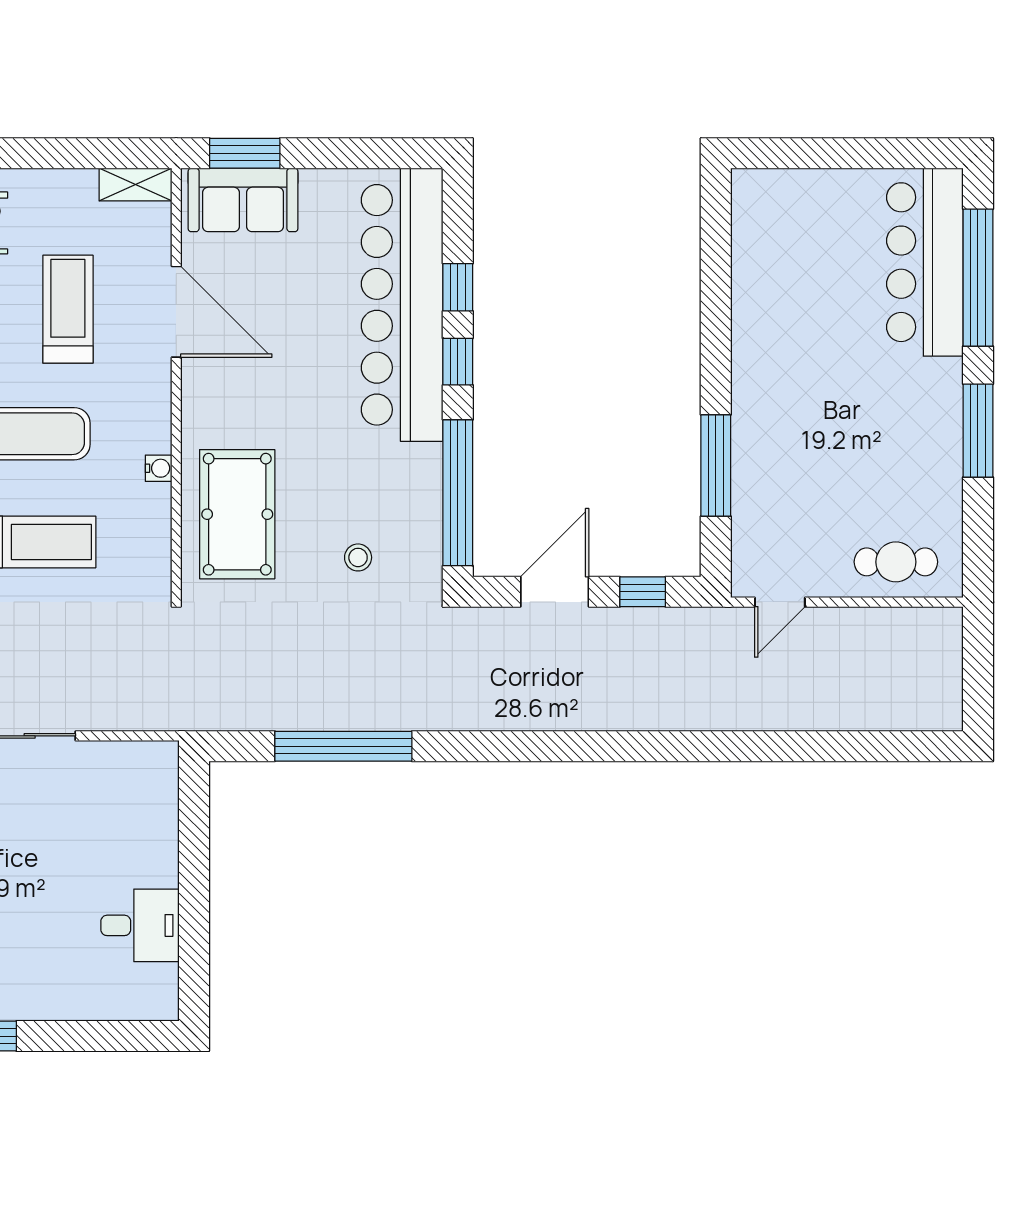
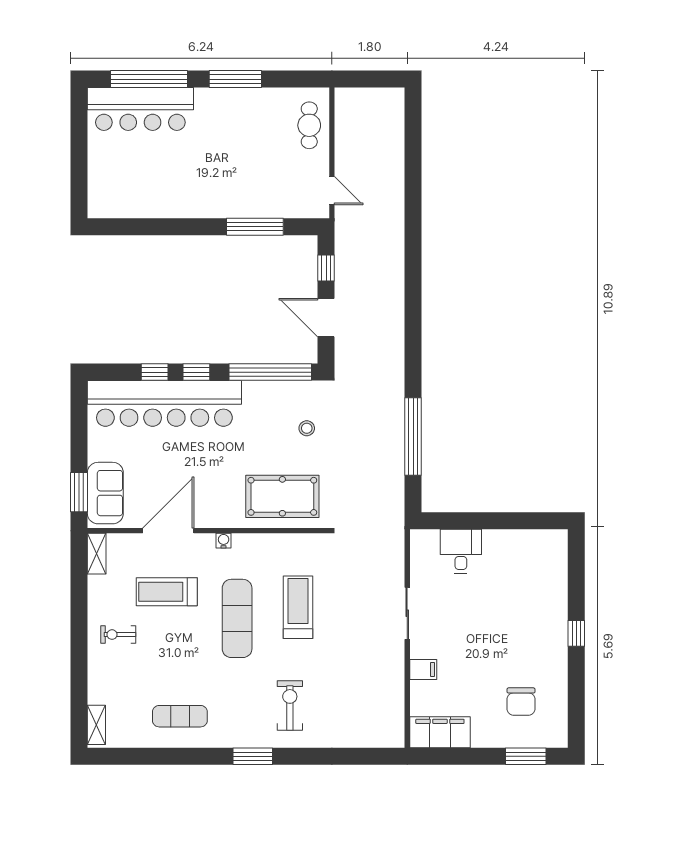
water cooler: (159, 468) -> (224, 541), moved
desk: (140, 925) -> (461, 551), moved

